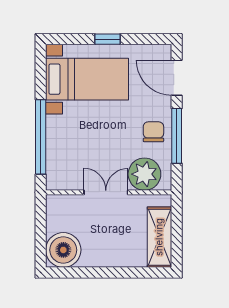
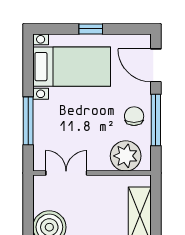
window: (41, 137) -> (28, 121), width x0.68
double door: (106, 192) -> (66, 173), moved

